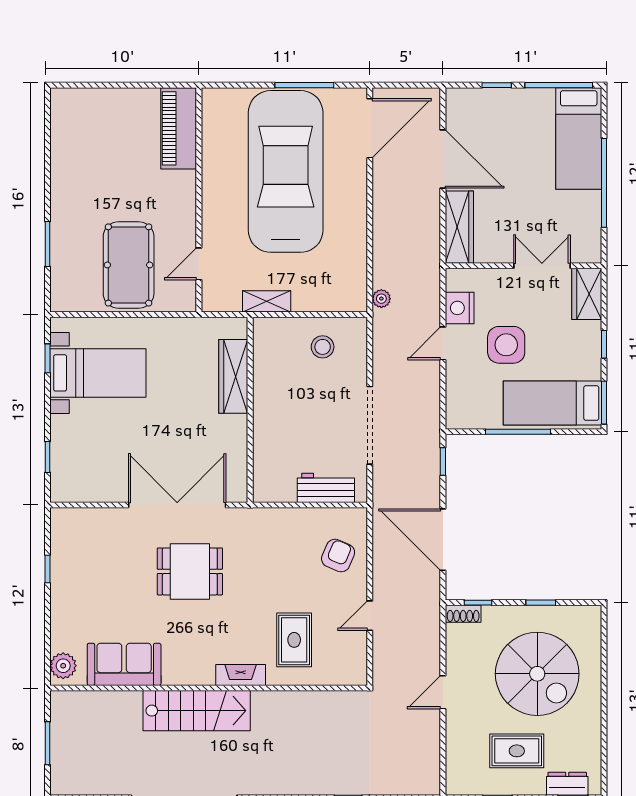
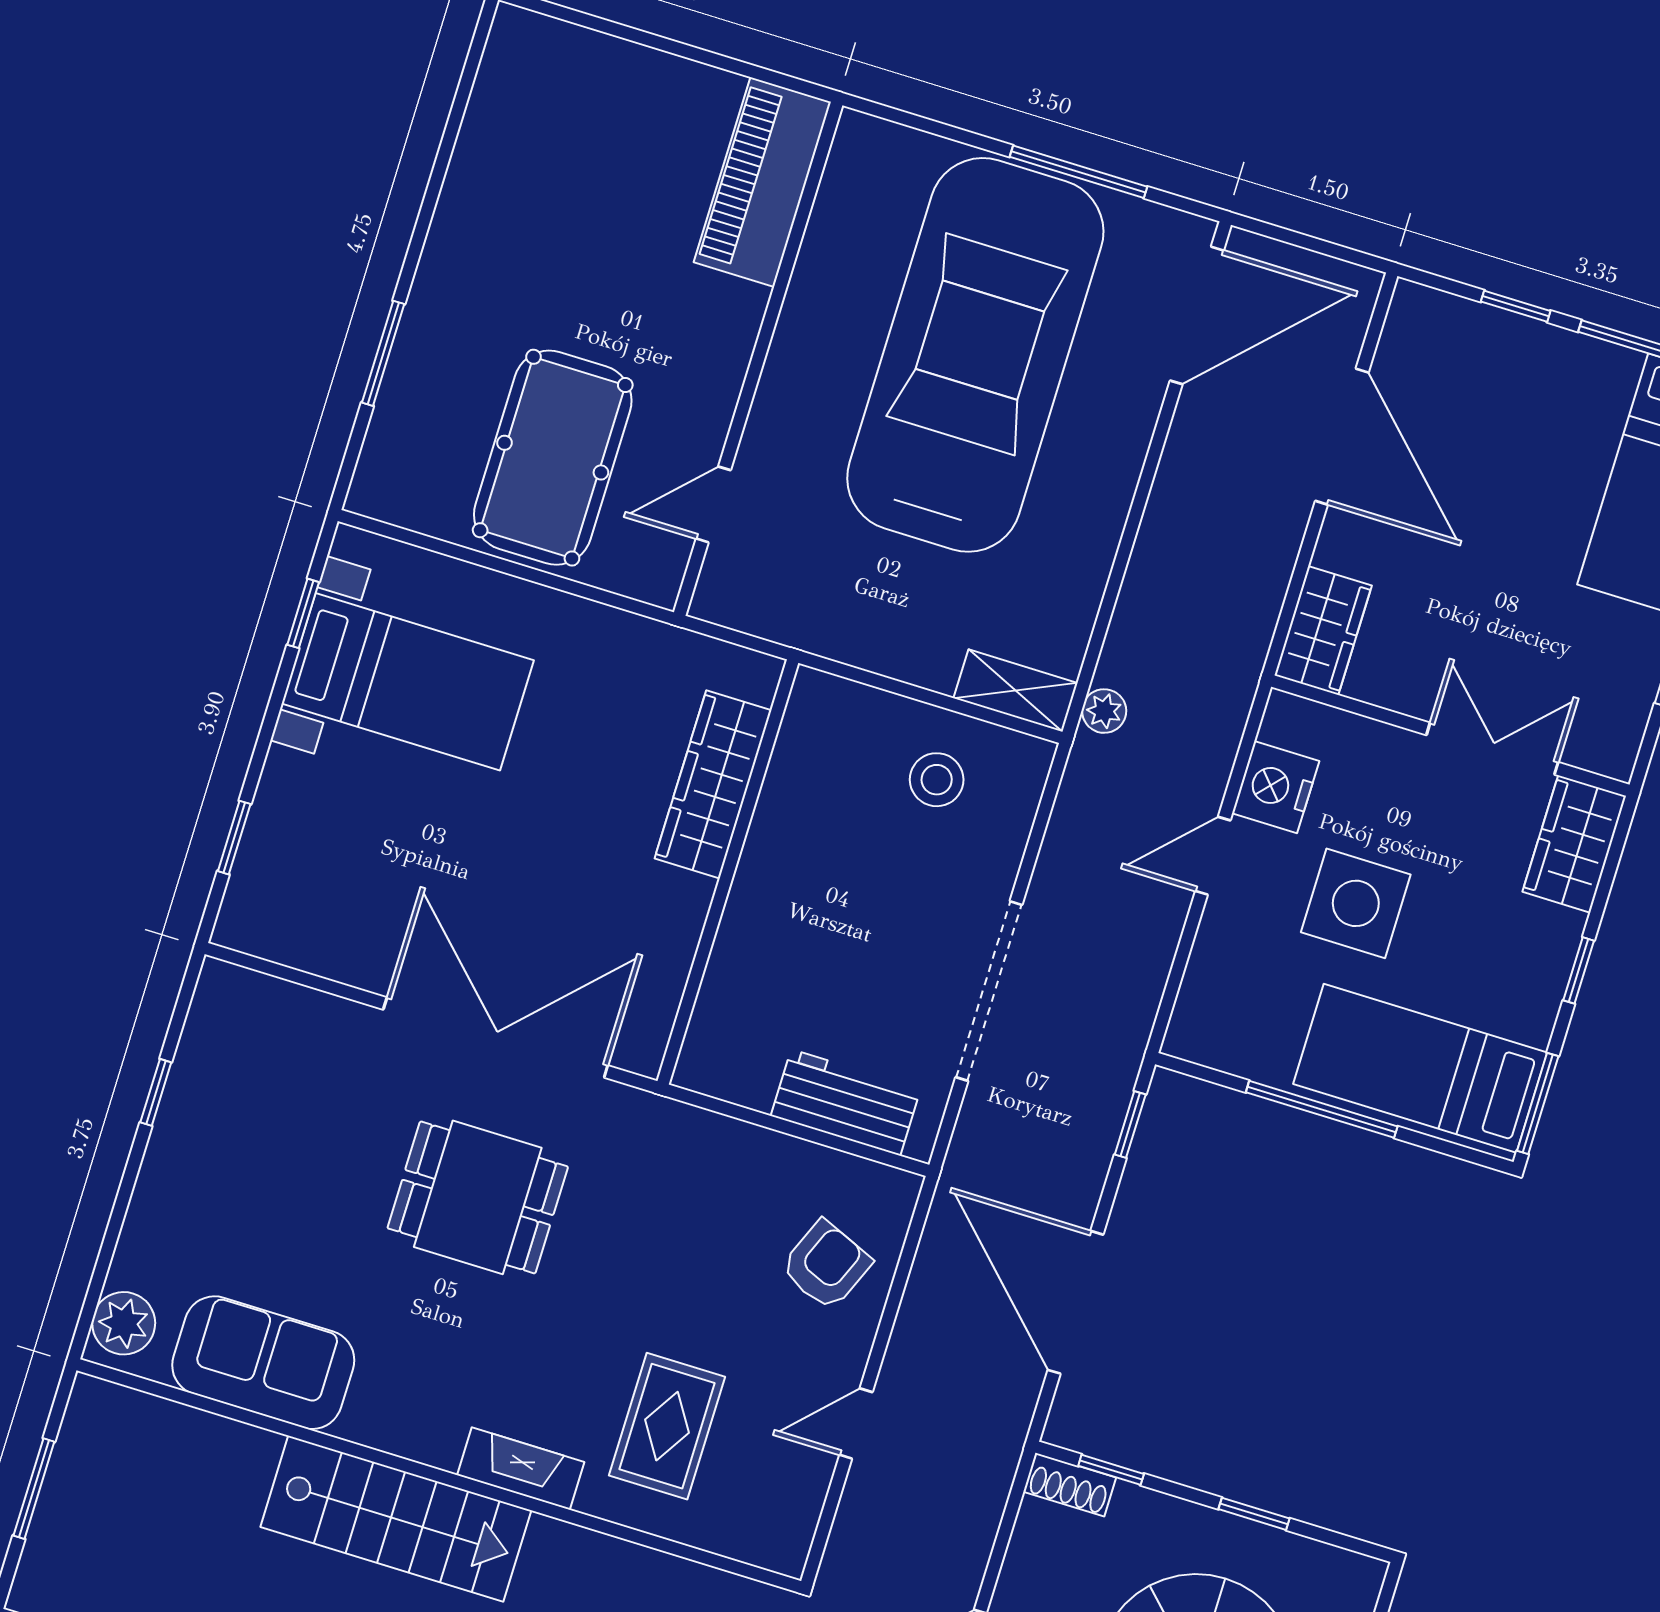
wardrobe: (459, 227) -> (1323, 630), width x0.67
shelving: (267, 301) -> (1016, 691), moved

